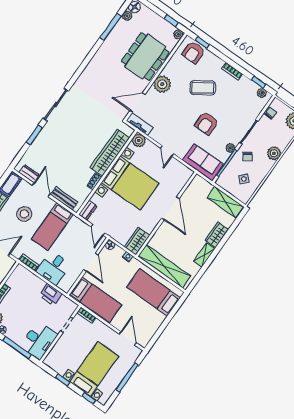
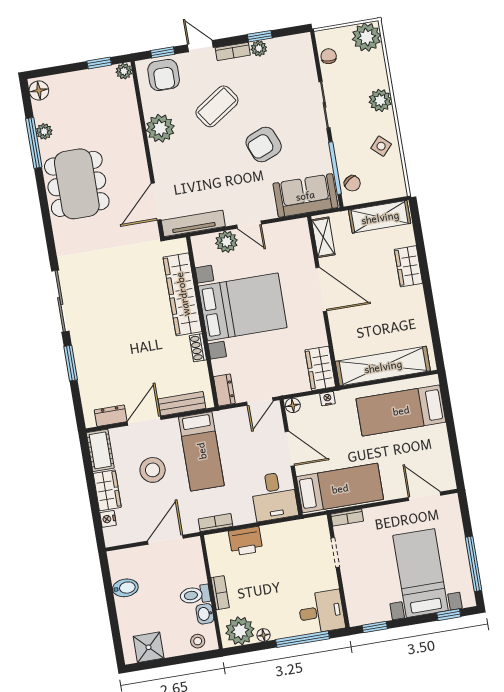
plant: (127, 16) -> (44, 131), moved
door: (221, 56) -> (200, 46), added
dining table: (145, 57) -> (77, 184), moved
window: (259, 82) -> (260, 36), moved
plant: (162, 84) -> (160, 128), moved
plant: (262, 93) -> (259, 48), moved
armchair: (207, 123) -> (264, 144), turned 68
tv unit: (140, 124) -> (193, 223), width x1.41
plant: (139, 141) -> (226, 242), moved
plant: (230, 148) -> (322, 146), removed
chair: (247, 157) -> (352, 183), moved
side table: (244, 179) -> (381, 146), moved
door: (41, 190) -> (144, 421), hinge flipped
door: (98, 230) -> (260, 401), hinge flipped
shelving: (204, 255) -> (323, 237), moved
desk: (53, 268) -> (274, 496), moved
printer: (51, 295) -> (246, 541), moved
desk: (39, 340) -> (321, 612), width x0.73
window: (127, 377) -> (474, 564), moved
window: (63, 380) -> (375, 627), moved

